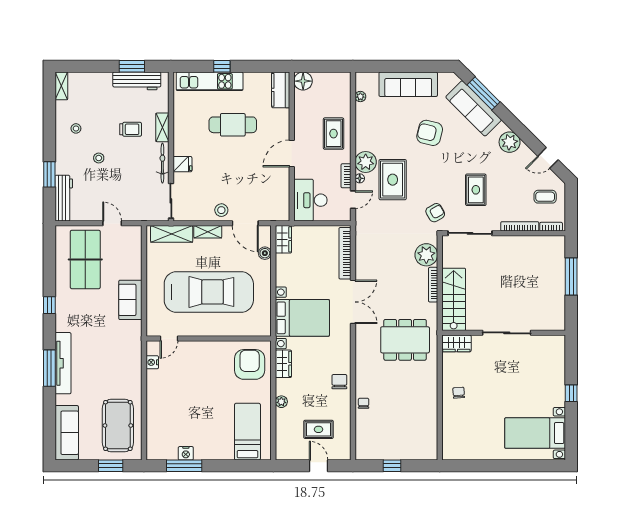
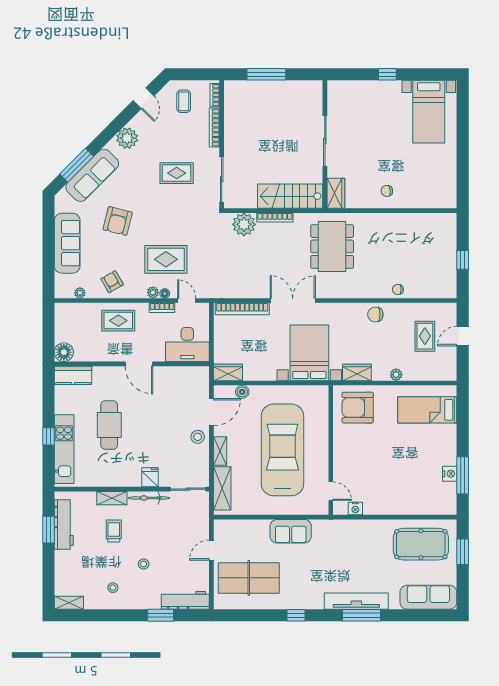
plant: (366, 162) -> (153, 292), width x0.53, depth x0.53
armchair: (435, 213) -> (112, 282), moved

